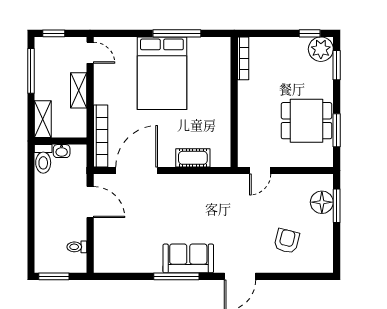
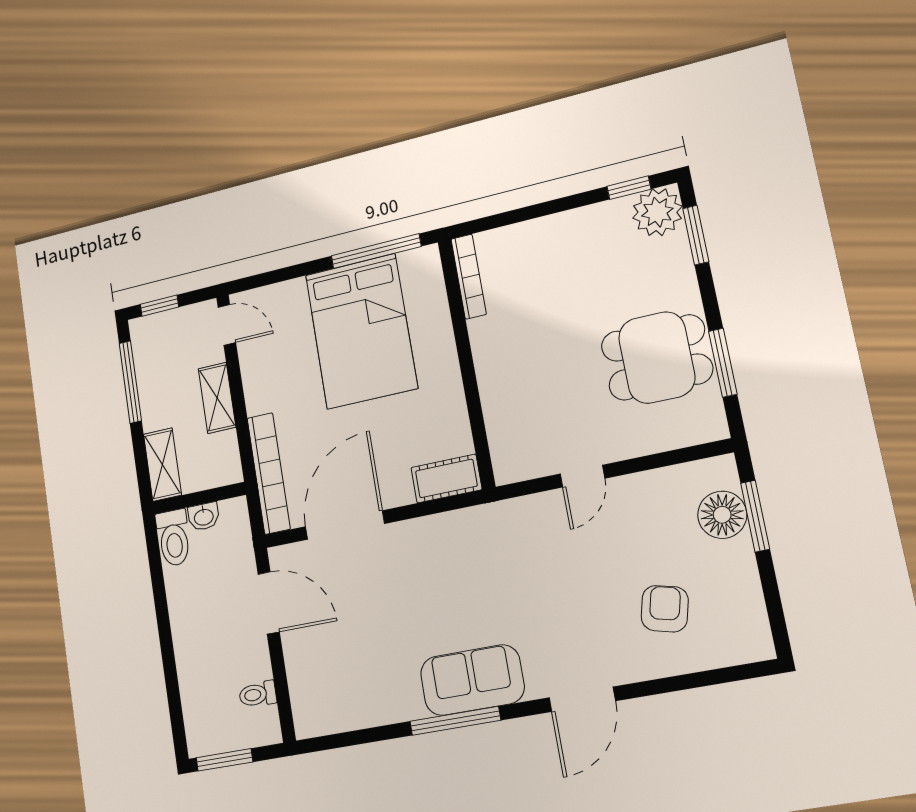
bookcase: (243, 58) -> (469, 277), moved
wall: (234, 102) -> (466, 363), moved

